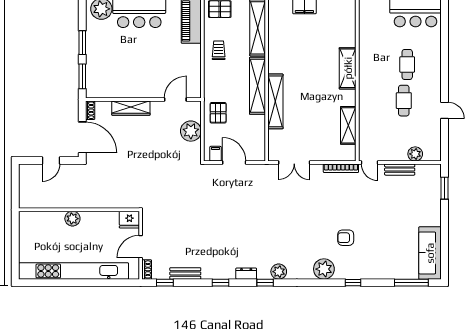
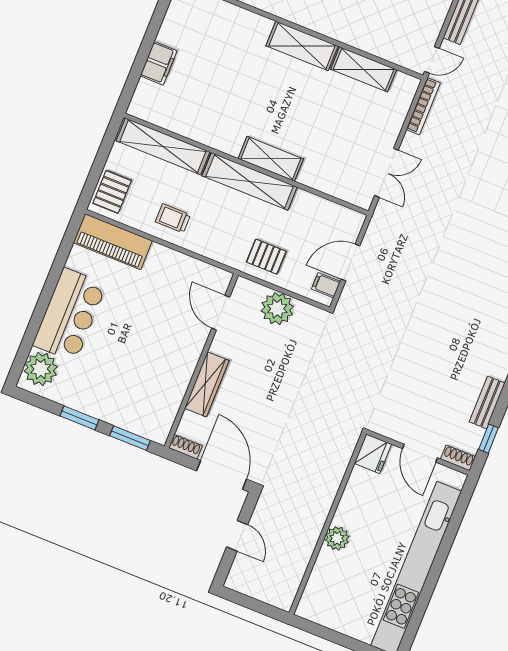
shelving: (348, 68) -> (302, 46), moved
shelving: (275, 101) -> (271, 159), width x0.68
door: (82, 137) -> (222, 475), hinge flipped

